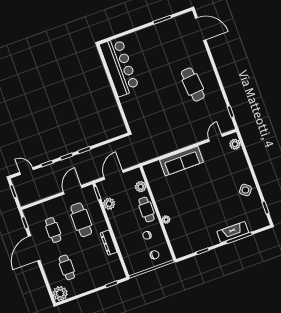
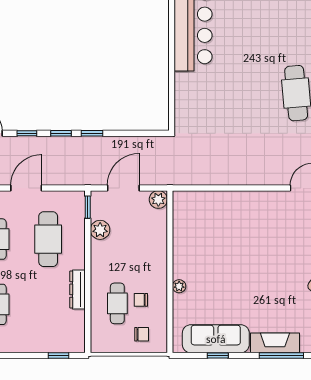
sofa: (181, 161) -> (216, 339), moved, turned 180
plant: (141, 187) -> (158, 200), moved
door: (73, 190) -> (26, 188), moved
cafe table: (147, 210) -> (117, 303), moved

